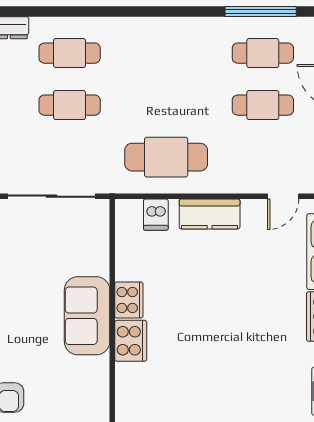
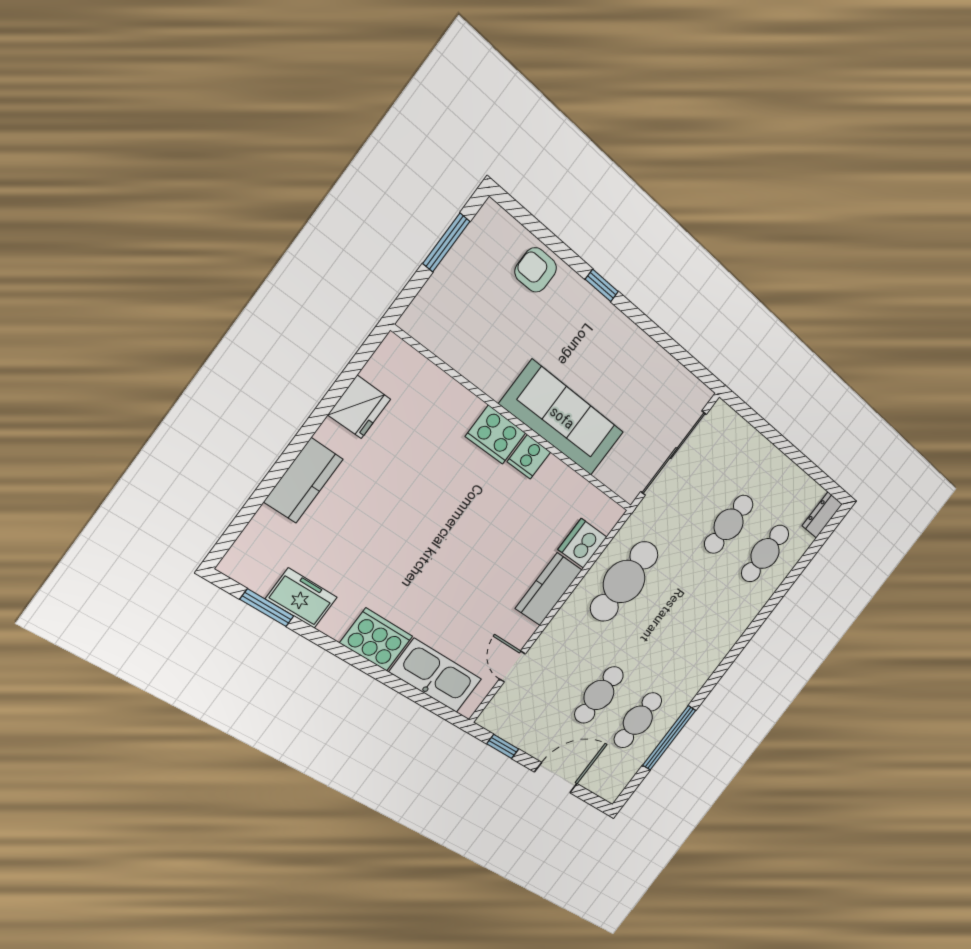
dishwasher: (156, 215) -> (582, 543), width x1.38
cooker: (129, 300) -> (529, 457), width x0.73
sofa: (87, 316) -> (562, 418), width x1.36

